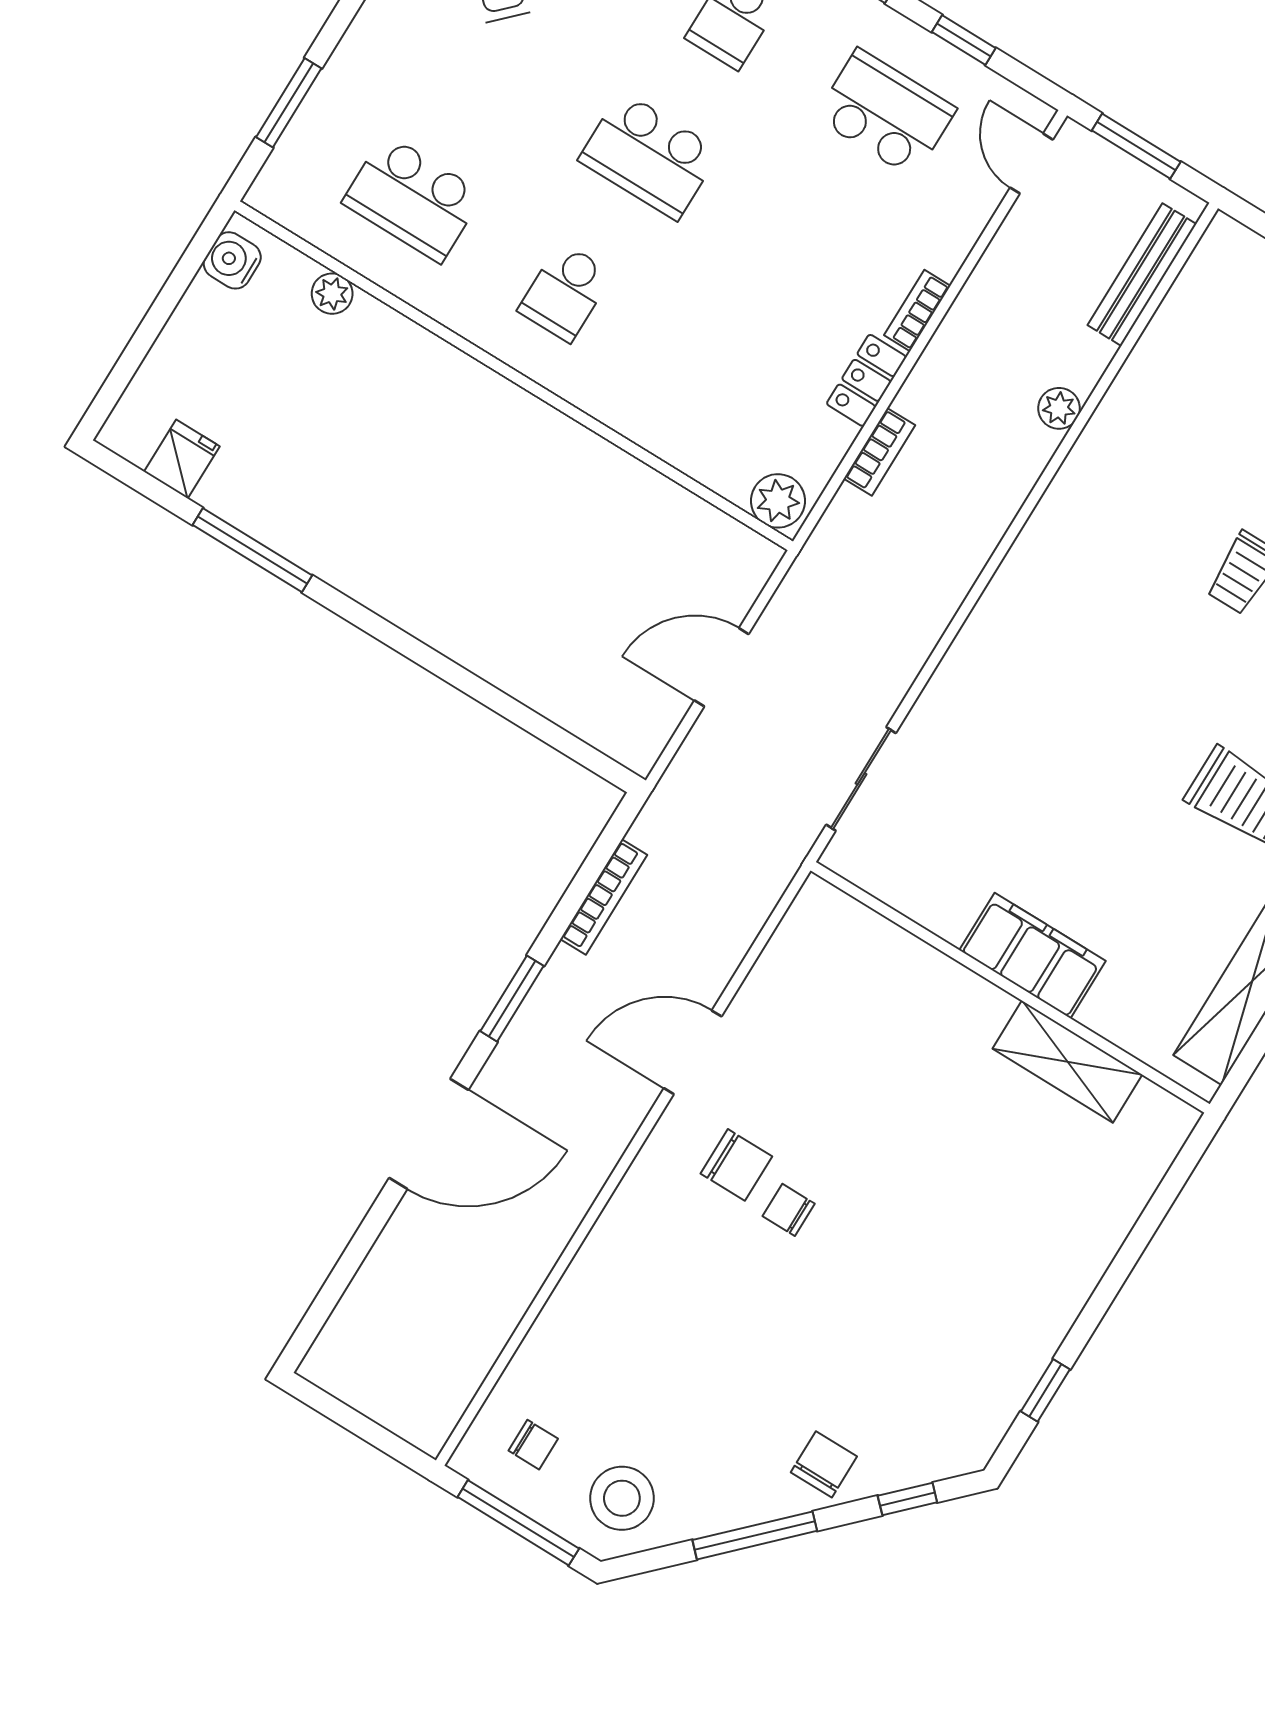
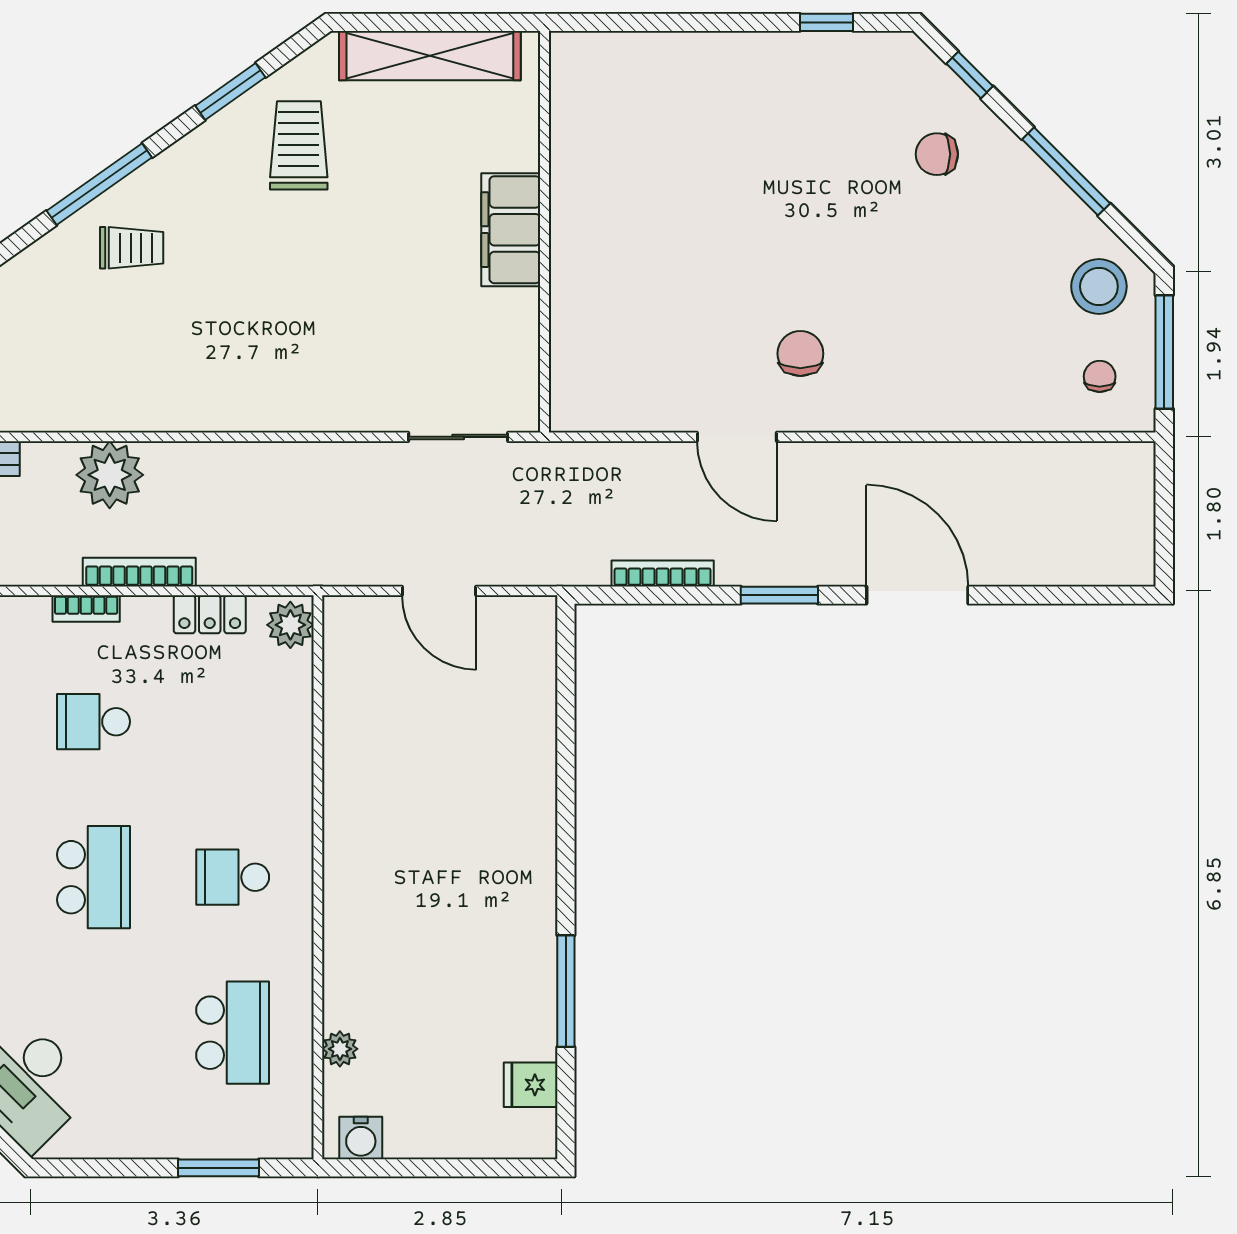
school desk: (802, 249) -> (94, 722), added
school desk: (565, 292) -> (233, 877), turned 180
locker: (866, 380) -> (210, 614), moved
plant: (1059, 408) -> (110, 475), width x1.88, depth x1.88
bookcase: (879, 452) -> (139, 572), moved, width x1.56
shelving: (1067, 1062) -> (573, 156), removed
chair: (789, 1210) -> (810, 294), removed
chair: (824, 1464) -> (937, 154), moved

